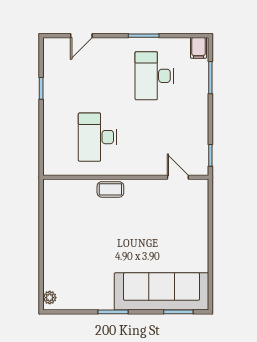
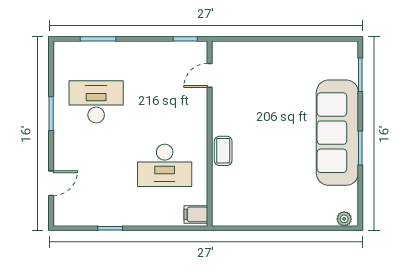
door: (81, 36) -> (51, 183), hinge flipped
filing cabinet: (198, 48) -> (196, 214), moved, turned 180
desk: (154, 76) -> (96, 102), turned 180
sofa: (161, 291) -> (337, 133), moved

